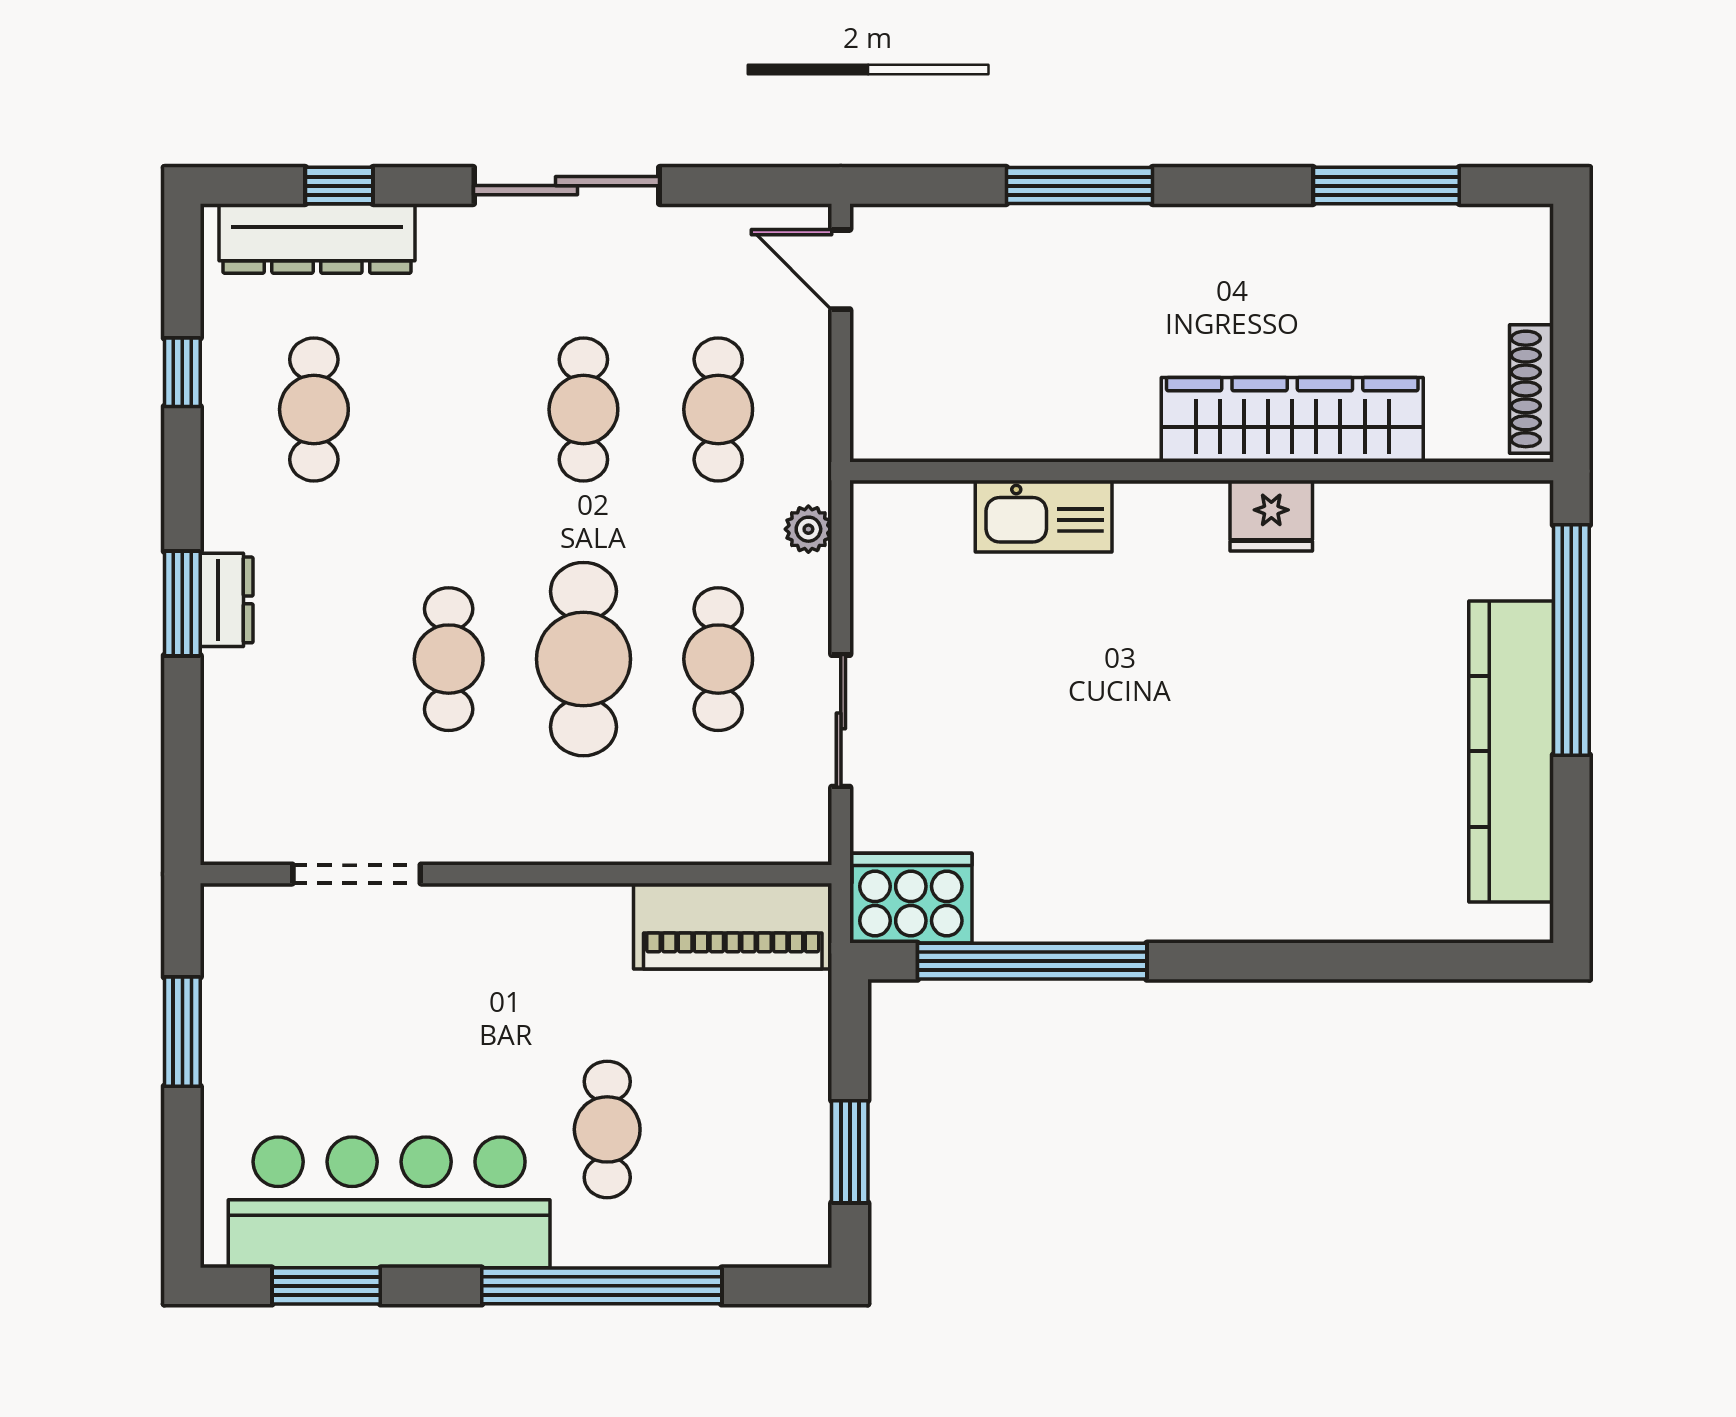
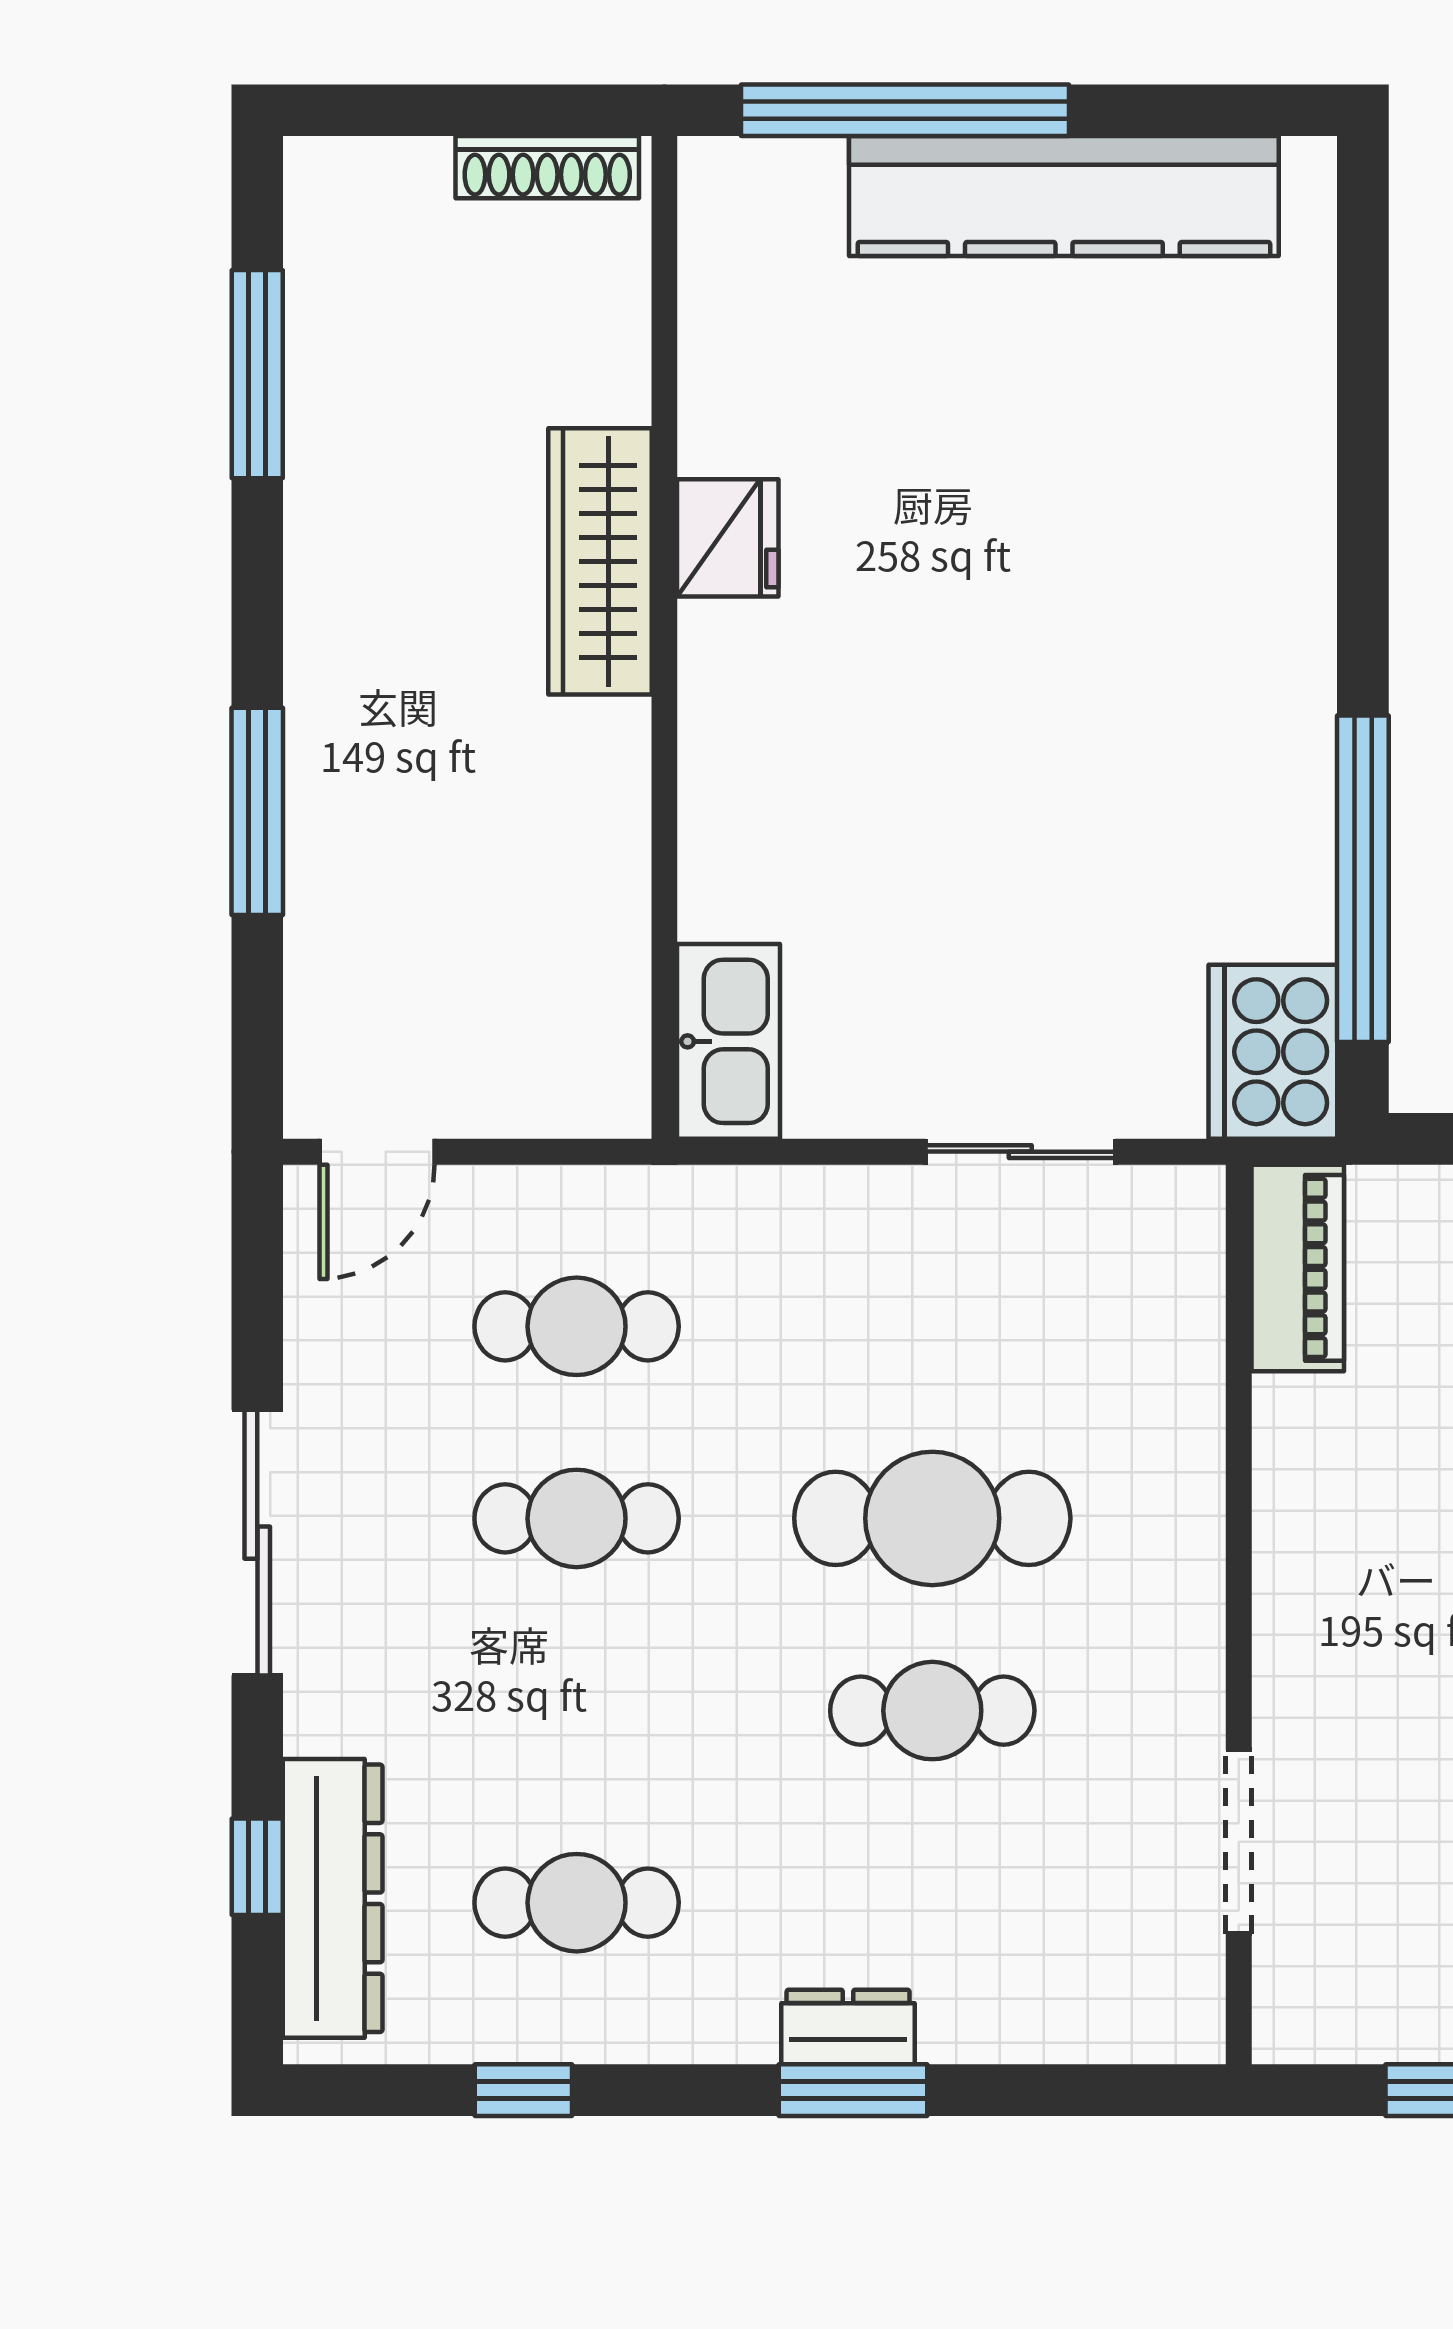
wardrobe: (1292, 420) -> (600, 561), width x0.71, depth x0.85
kitchen sink: (1044, 516) -> (729, 1041), moved
plant: (808, 529) -> (747, 1198), removed
cafe table: (718, 659) -> (932, 1326), removed
piano: (733, 926) -> (1298, 1268), width x0.73, depth x0.75

